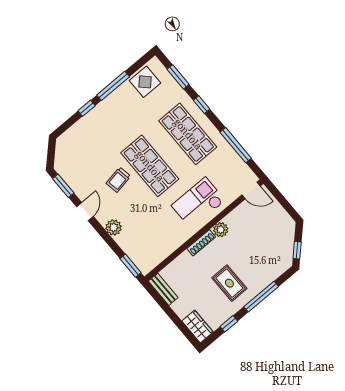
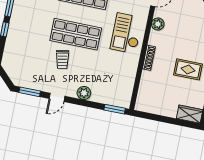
door: (85, 211) -> (57, 97), swing flipped
plant: (221, 230) -> (158, 24), moved
bench: (163, 289) -> (148, 108), removed

